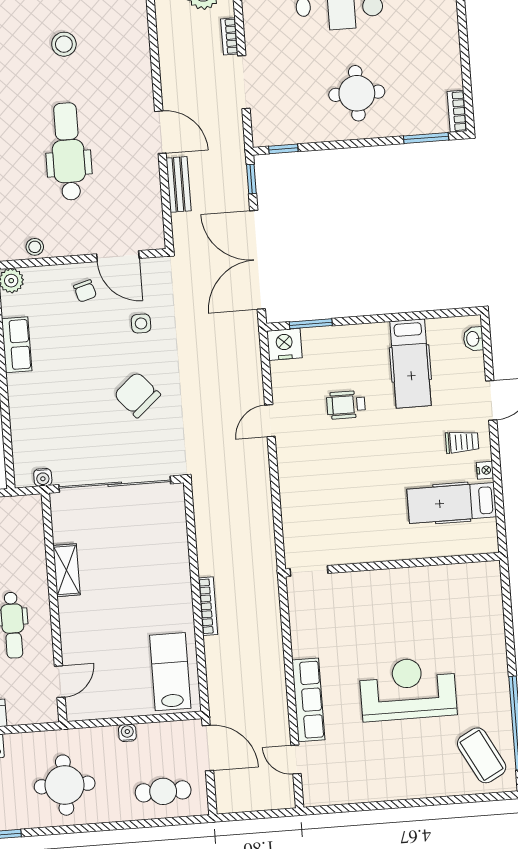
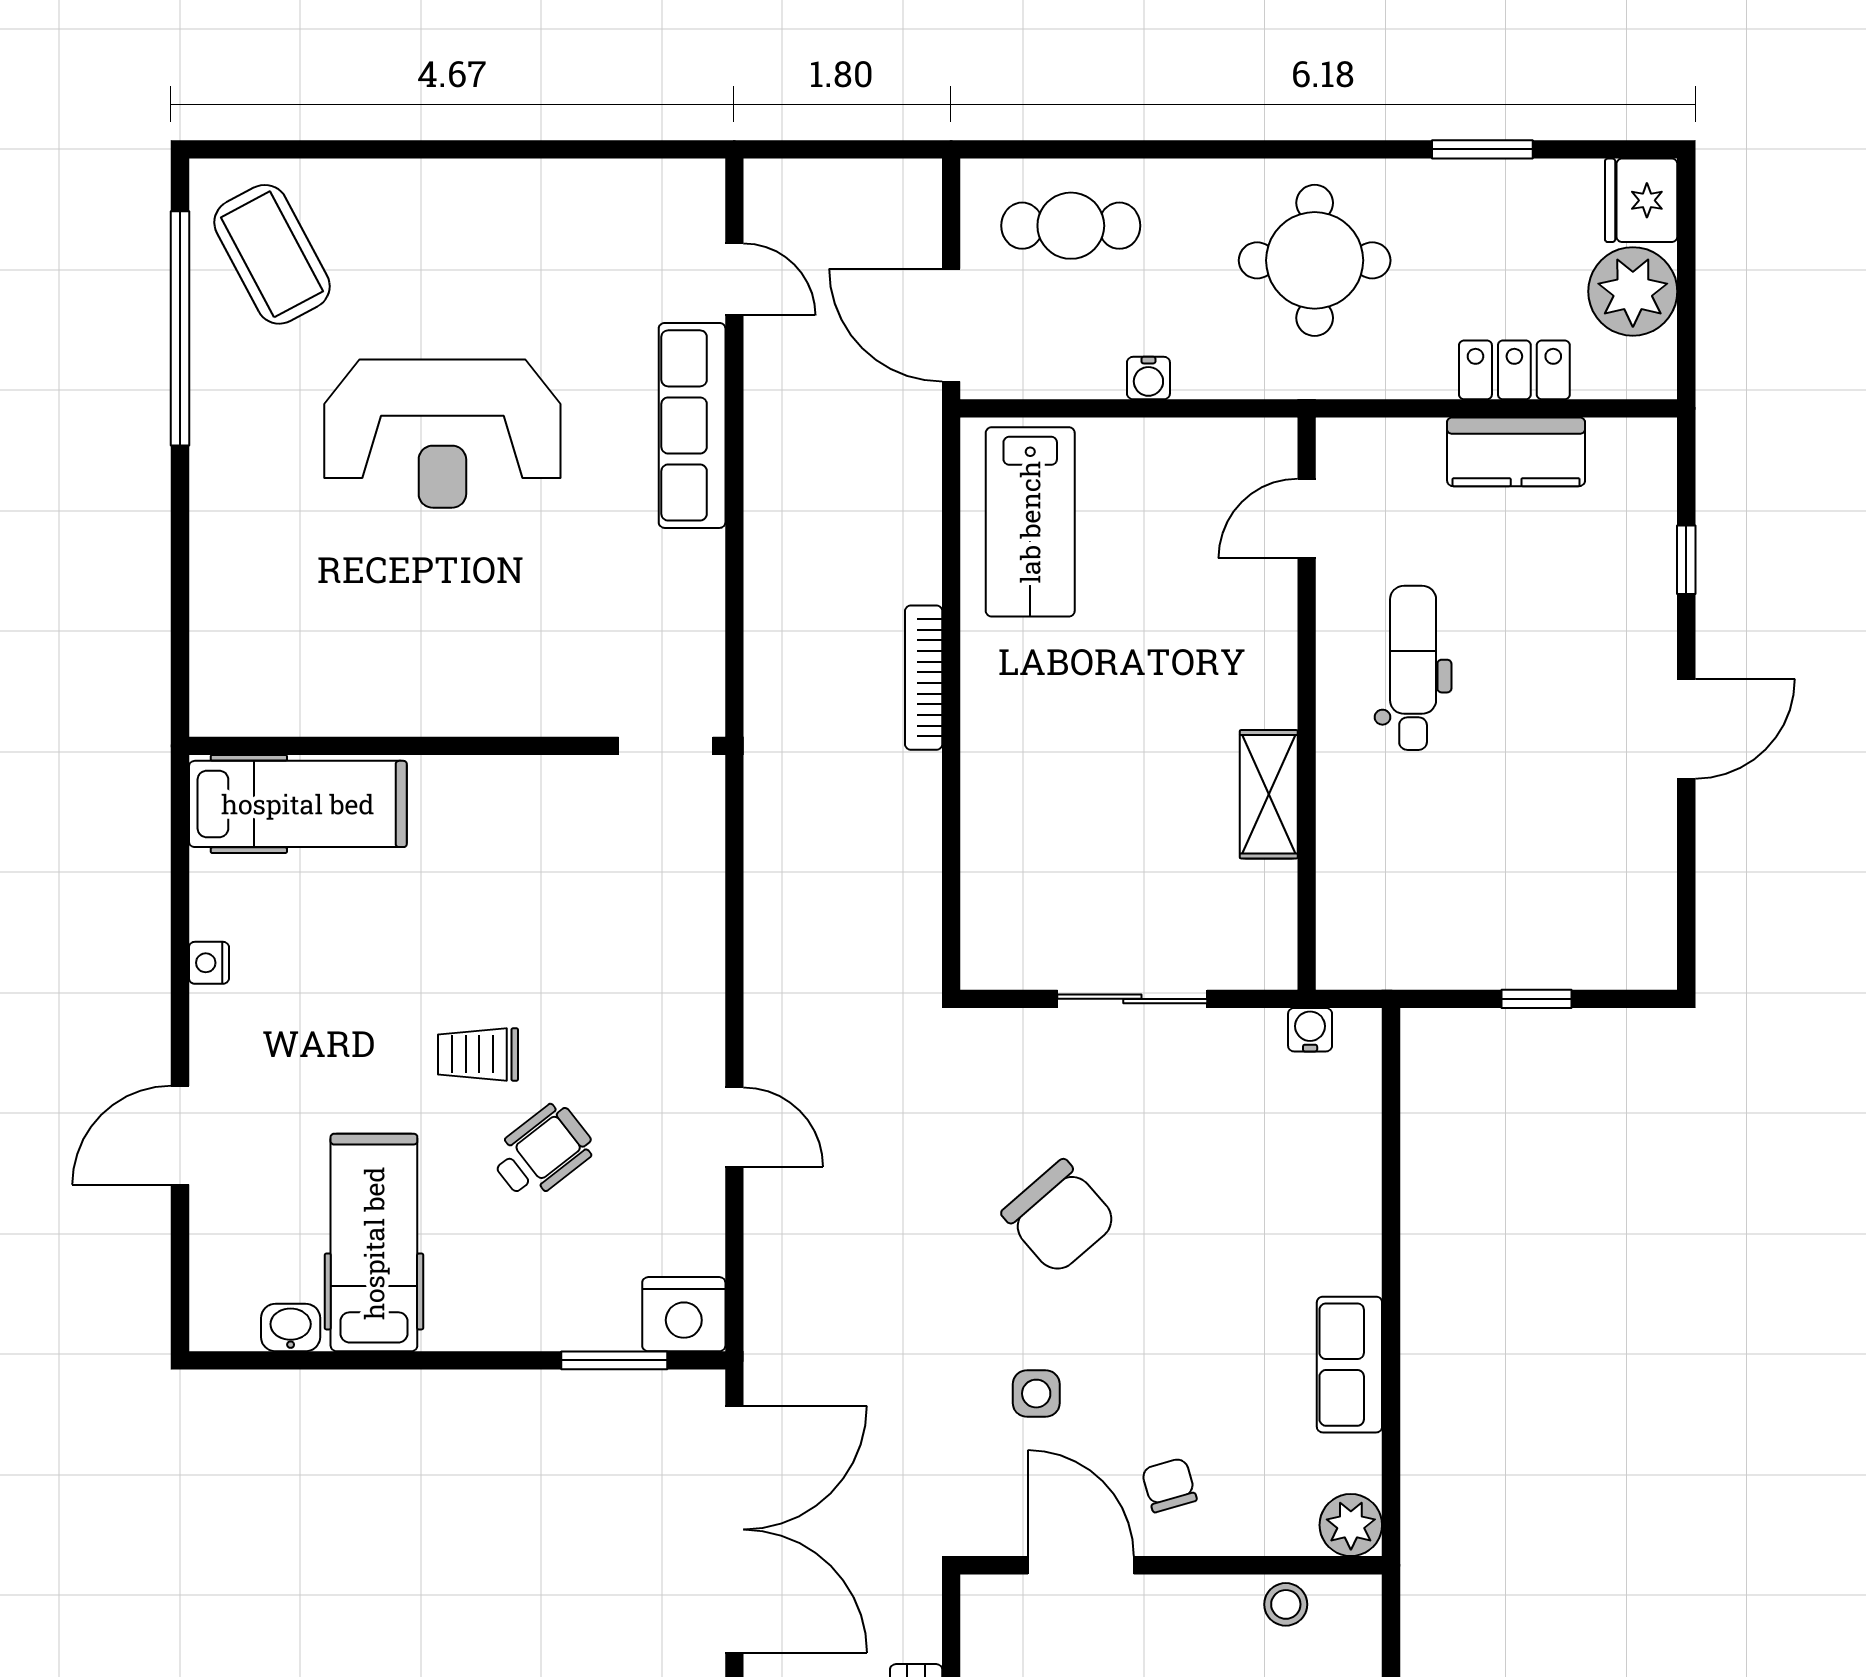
washbasin: (473, 339) -> (291, 1328), moved, turned -90
wheelchair: (346, 405) -> (542, 1152), turned -38
door: (270, 421) -> (734, 1127), hinge flipped
trolley: (462, 442) -> (478, 1054), moved
sliding door: (115, 484) -> (1132, 999), width x0.54
hospital bed: (452, 503) -> (298, 804), moved

